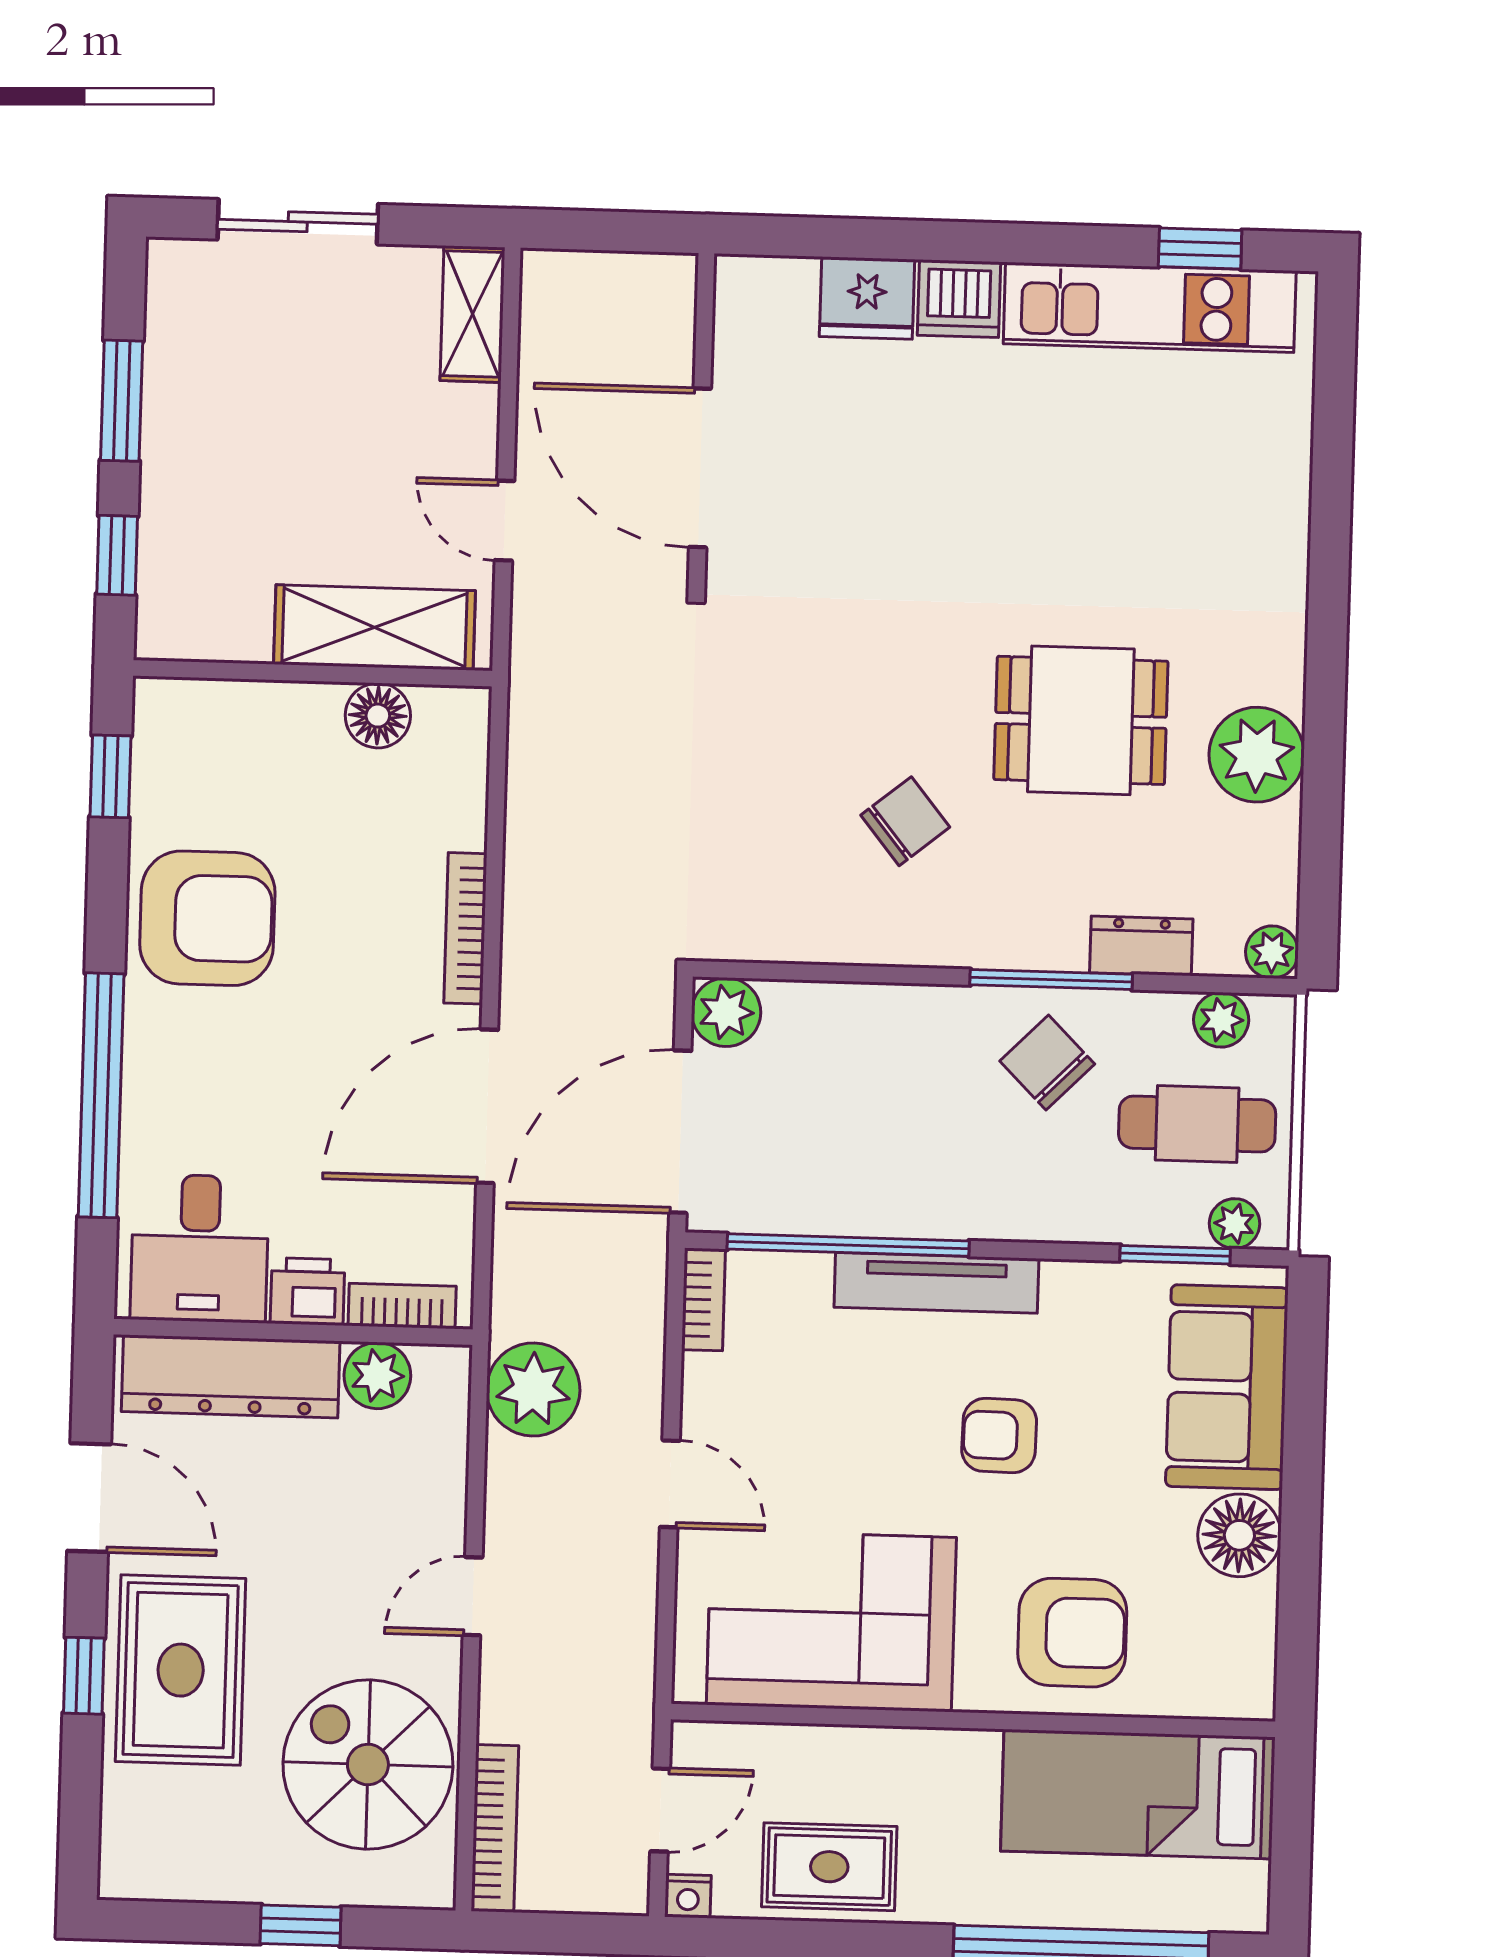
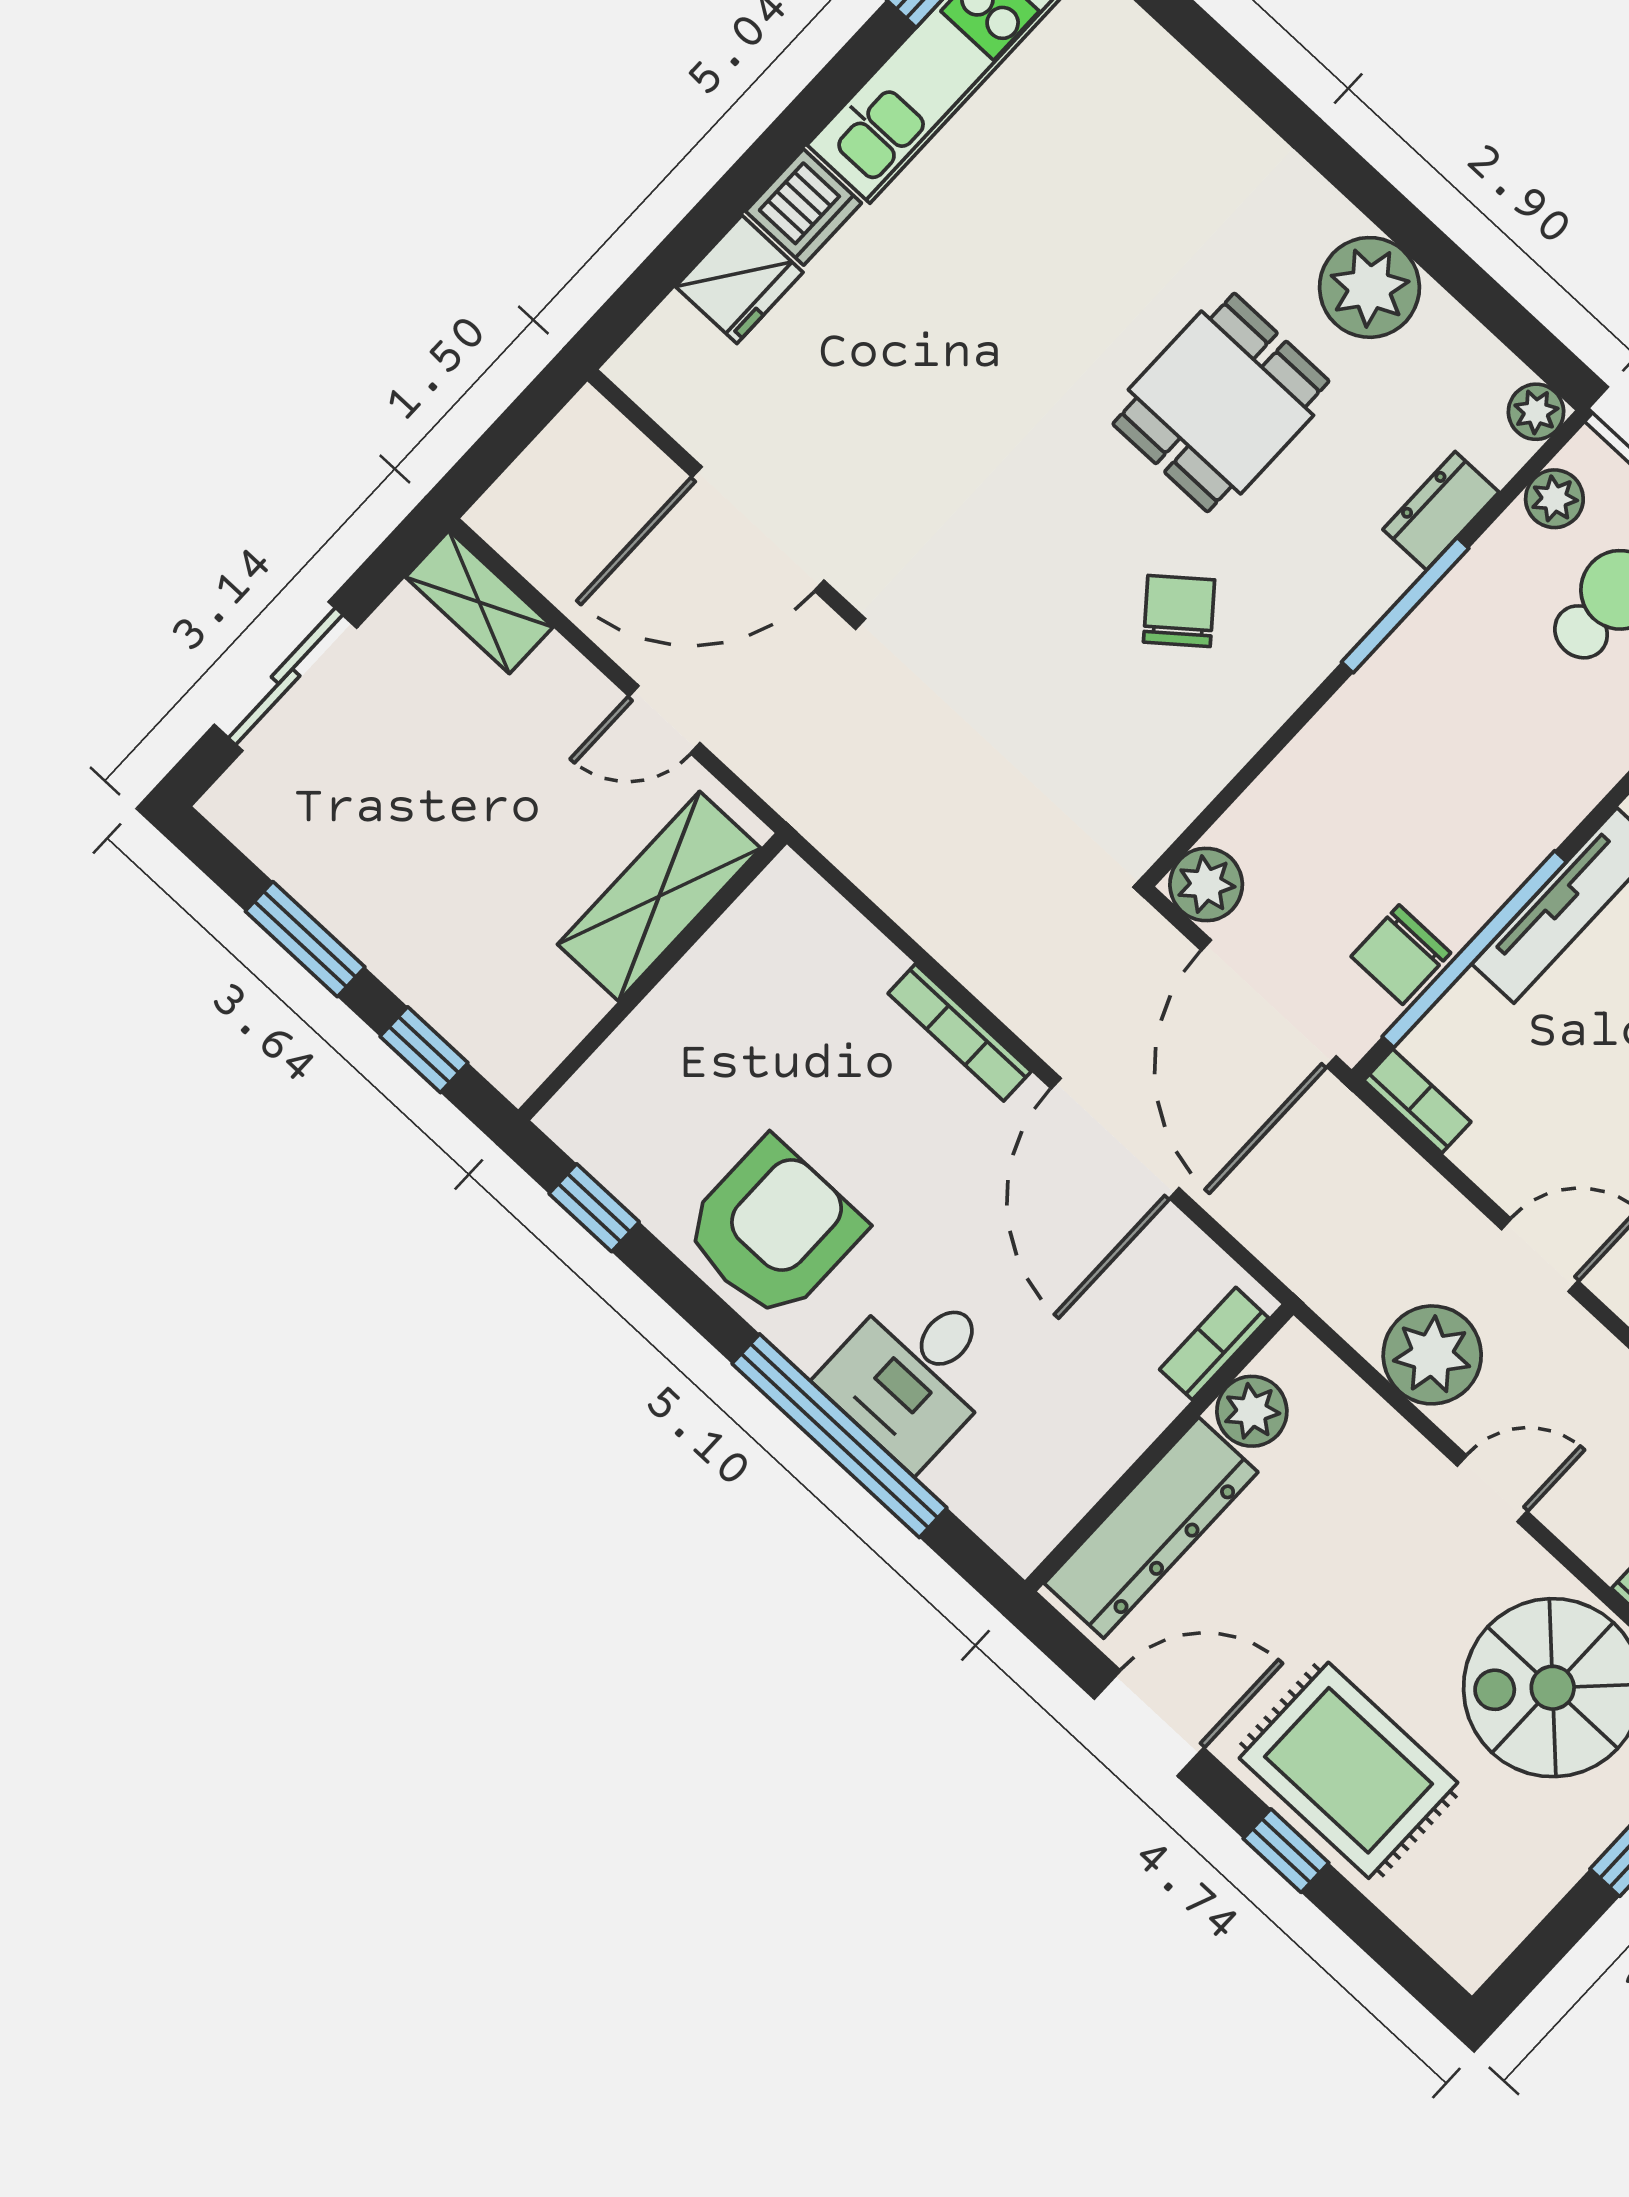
floor lamp: (378, 716) -> (731, 954), removed
chair: (1047, 1063) -> (1401, 955), moved, turned -45
desk: (200, 1248) -> (914, 1373), moved, turned 90
printer: (308, 1292) -> (1137, 1408), removed
plant: (533, 1389) -> (1432, 1355), moved
door: (473, 1596) -> (1492, 1489), swing flipped

